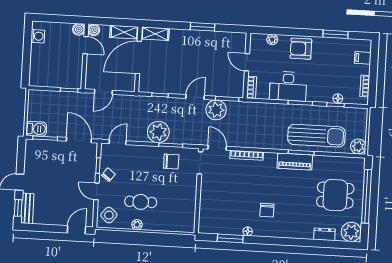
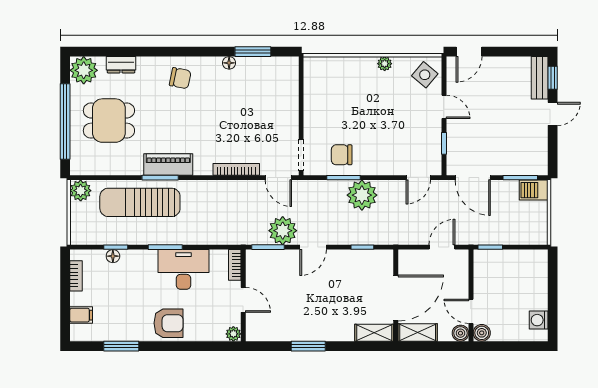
plant: (272, 39) -> (233, 334), moved
chair: (108, 175) -> (429, 131), removed
cafe table: (141, 202) -> (381, 96), removed
chair: (267, 210) -> (180, 78), moved, turned 101

